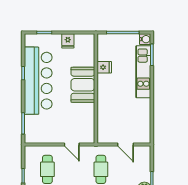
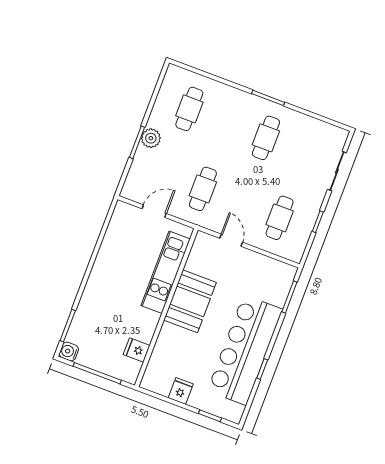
fridge: (104, 67) -> (137, 350), moved
kitchen unit: (143, 72) -> (166, 272), moved, turned 180
booth: (83, 85) -> (190, 301), moved
door: (126, 145) -> (154, 211), hinge flipped

